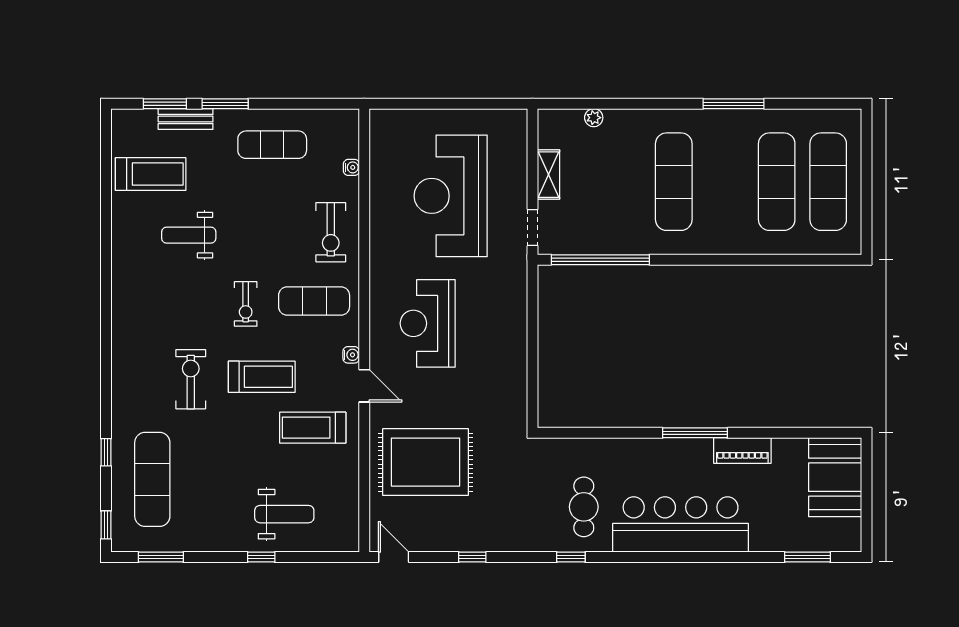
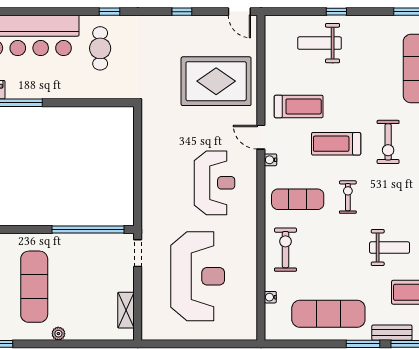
plant: (594, 118) -> (58, 334), moved
exercise mat: (272, 145) -> (328, 314), width x1.36, depth x1.45
shelving: (548, 175) -> (126, 310), moved

